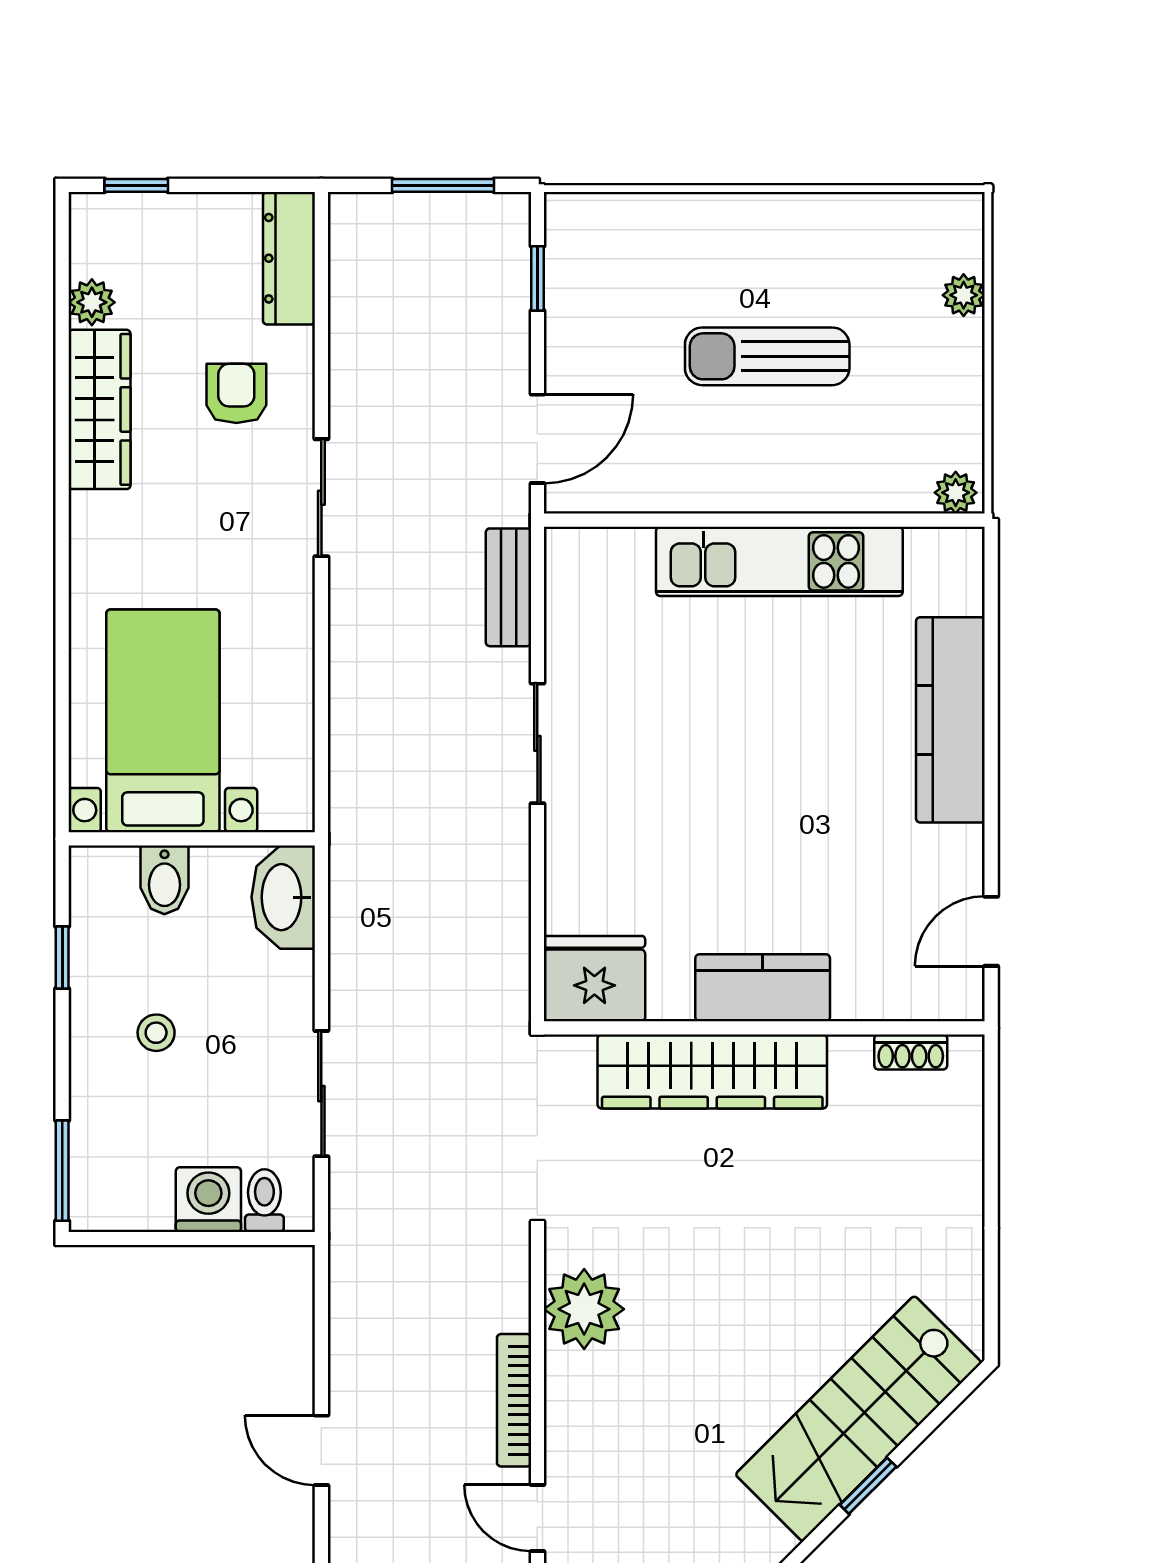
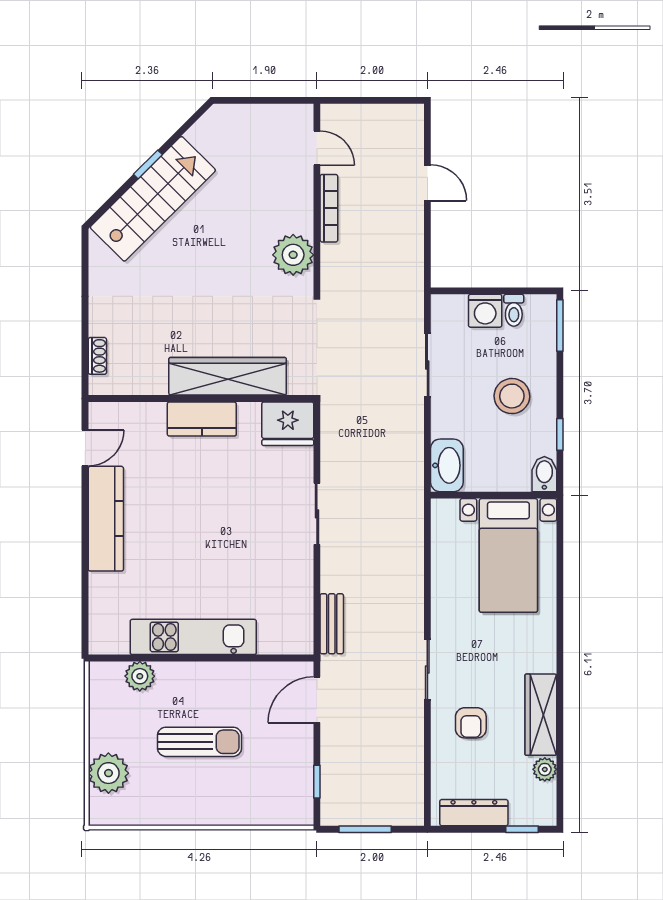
dresser: (289, 258) -> (474, 813), moved, turned -90
plant: (964, 295) -> (108, 773), width x1.88, depth x1.88
plant: (956, 493) -> (140, 676), moved, width x1.38, depth x1.38
kitchen counter: (950, 720) -> (106, 519), moved
sliding door: (537, 743) -> (317, 514), moved
bidet: (164, 880) -> (544, 474), moved
stool: (156, 1033) -> (512, 396), width x1.89, depth x1.89
shoe rack: (911, 1052) -> (97, 356), moved, turned 90
toilet: (264, 1201) -> (514, 310), moved

